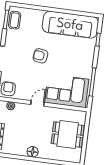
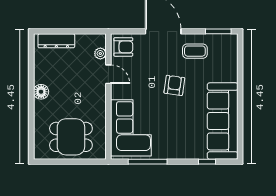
coffee table: (15, 20) -> (195, 51), moved
door: (37, 103) -> (108, 74), moved
dining table: (68, 135) -> (71, 137), turned 90

